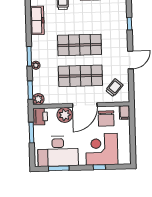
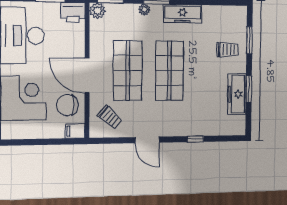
freezer: (37, 20) -> (183, 14), moved
plant: (65, 115) -> (74, 47), removed

